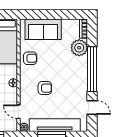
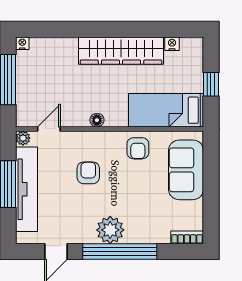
plant: (79, 48) -> (110, 230), moved
armchair: (45, 88) -> (88, 173), turned 180

